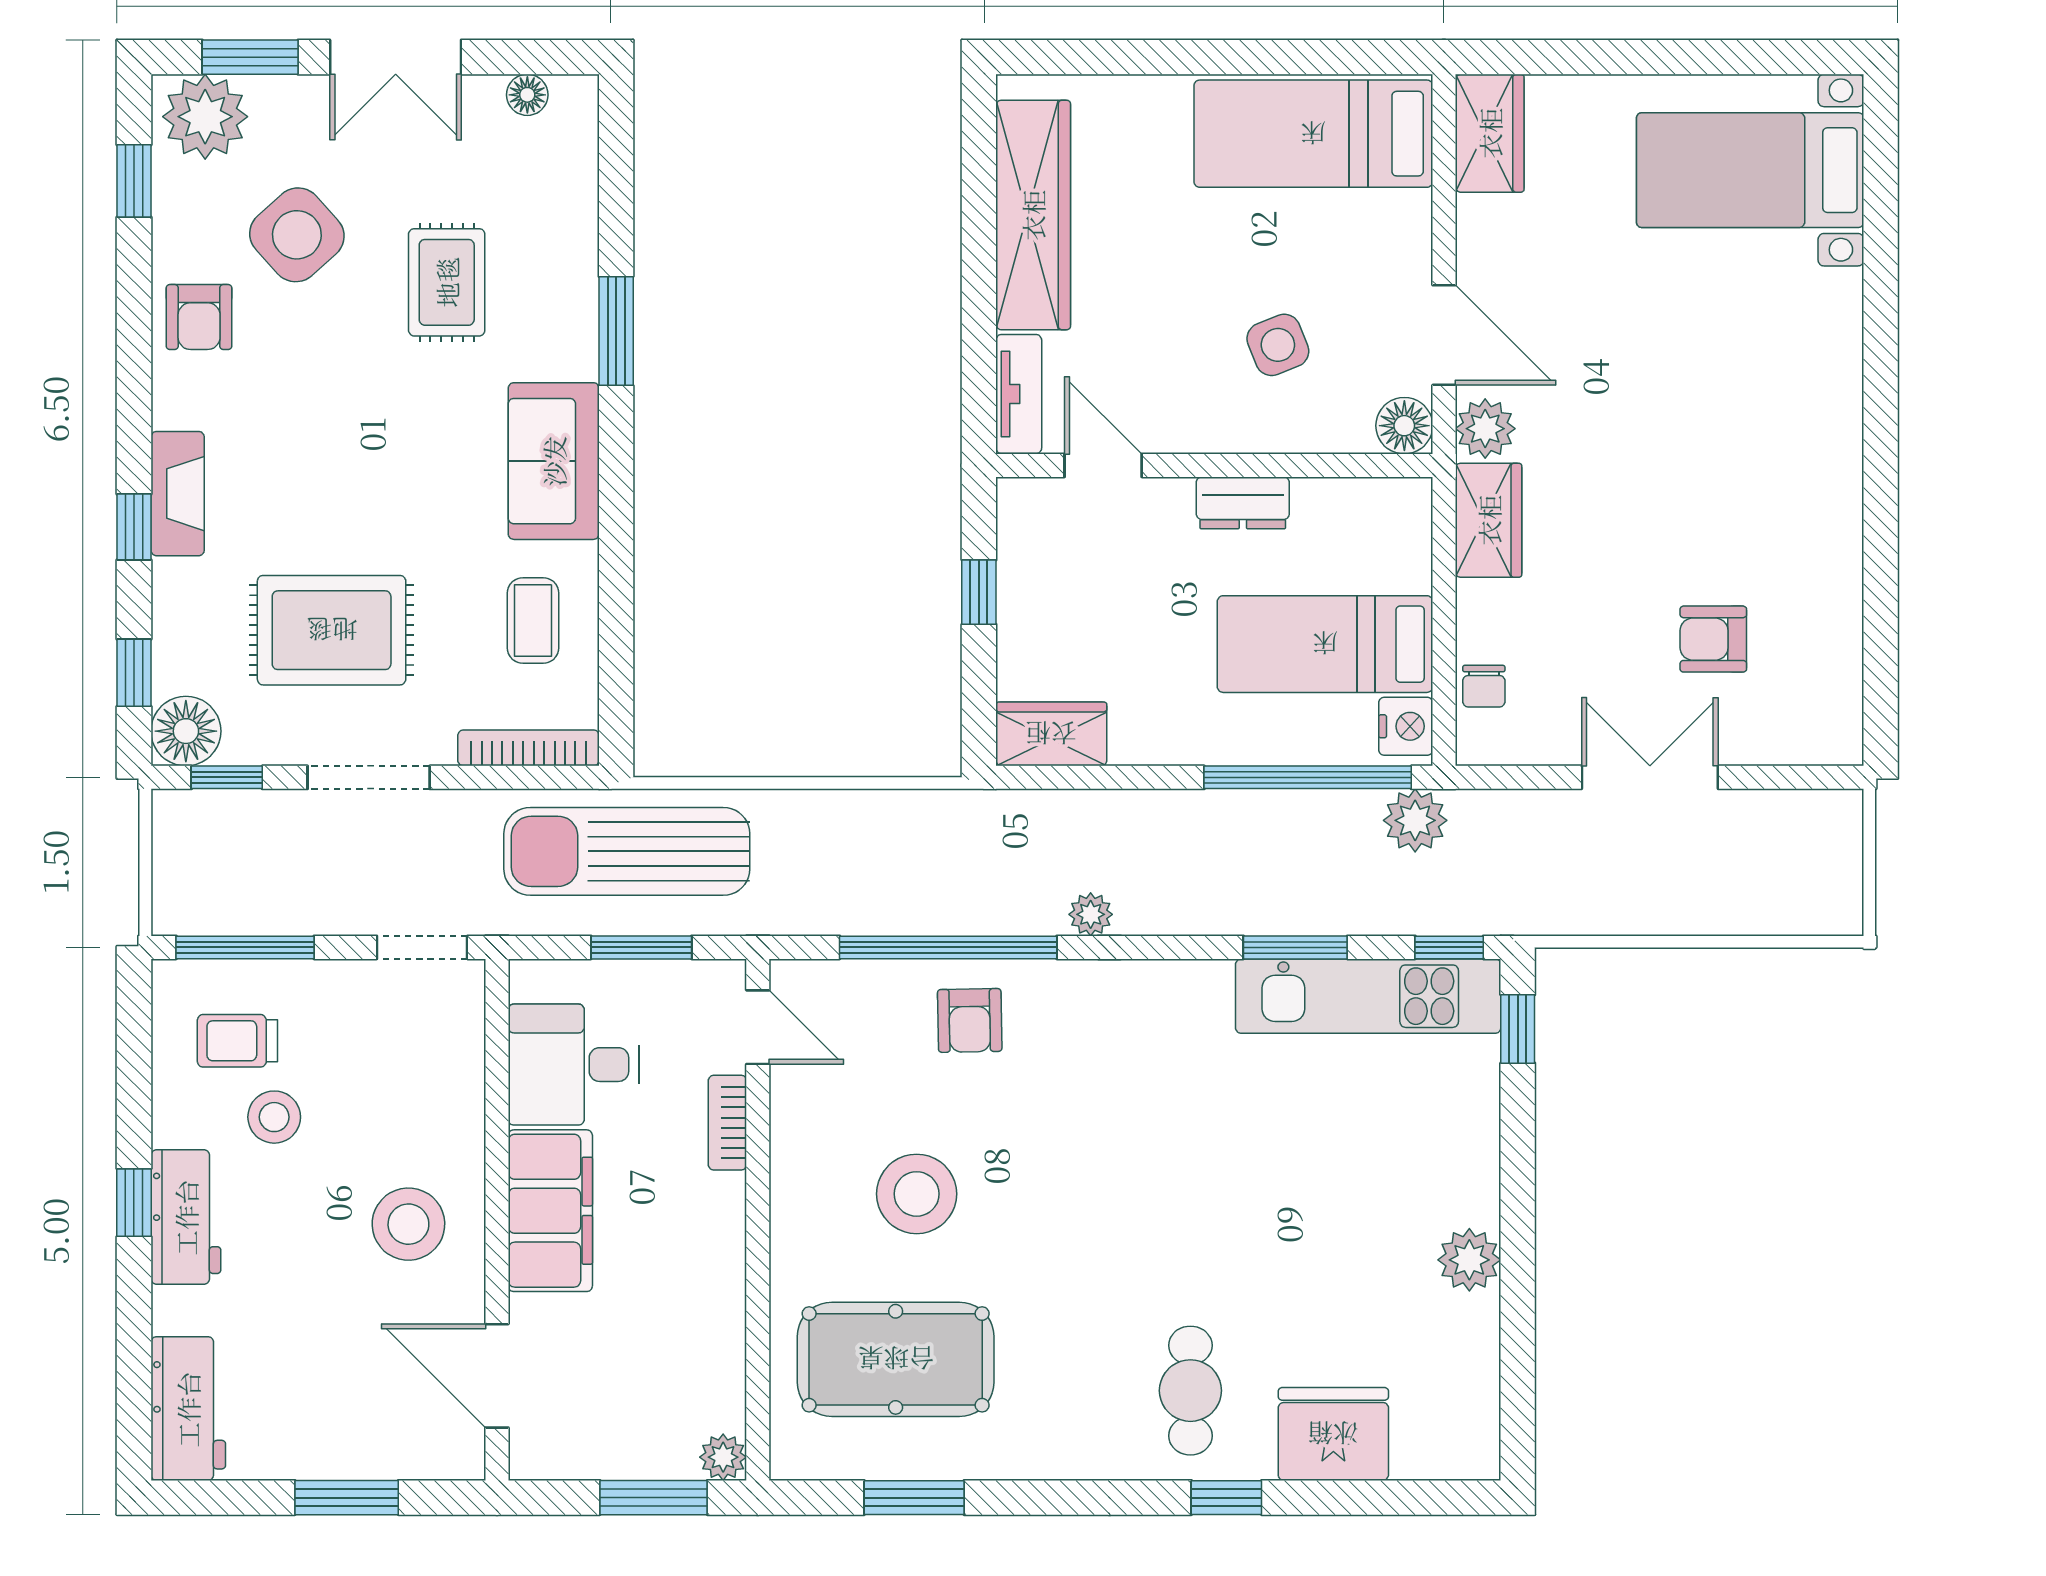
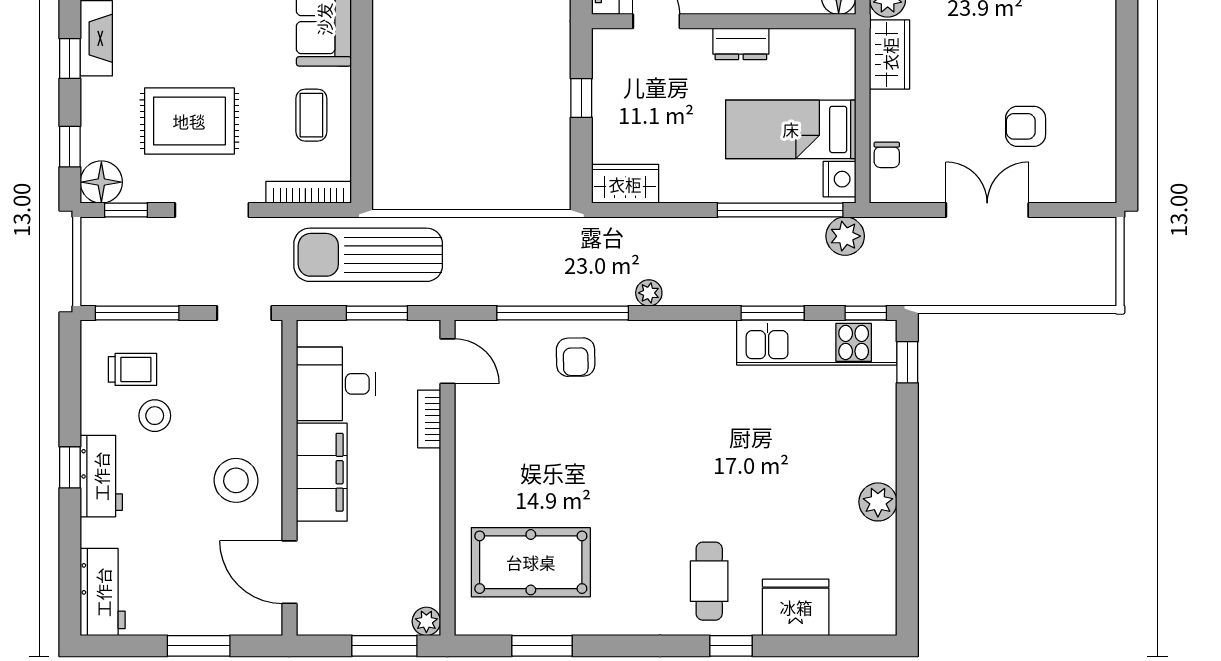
trolley: (237, 1041) -> (132, 369), turned 180
stool: (917, 1194) -> (543, 462), removed

